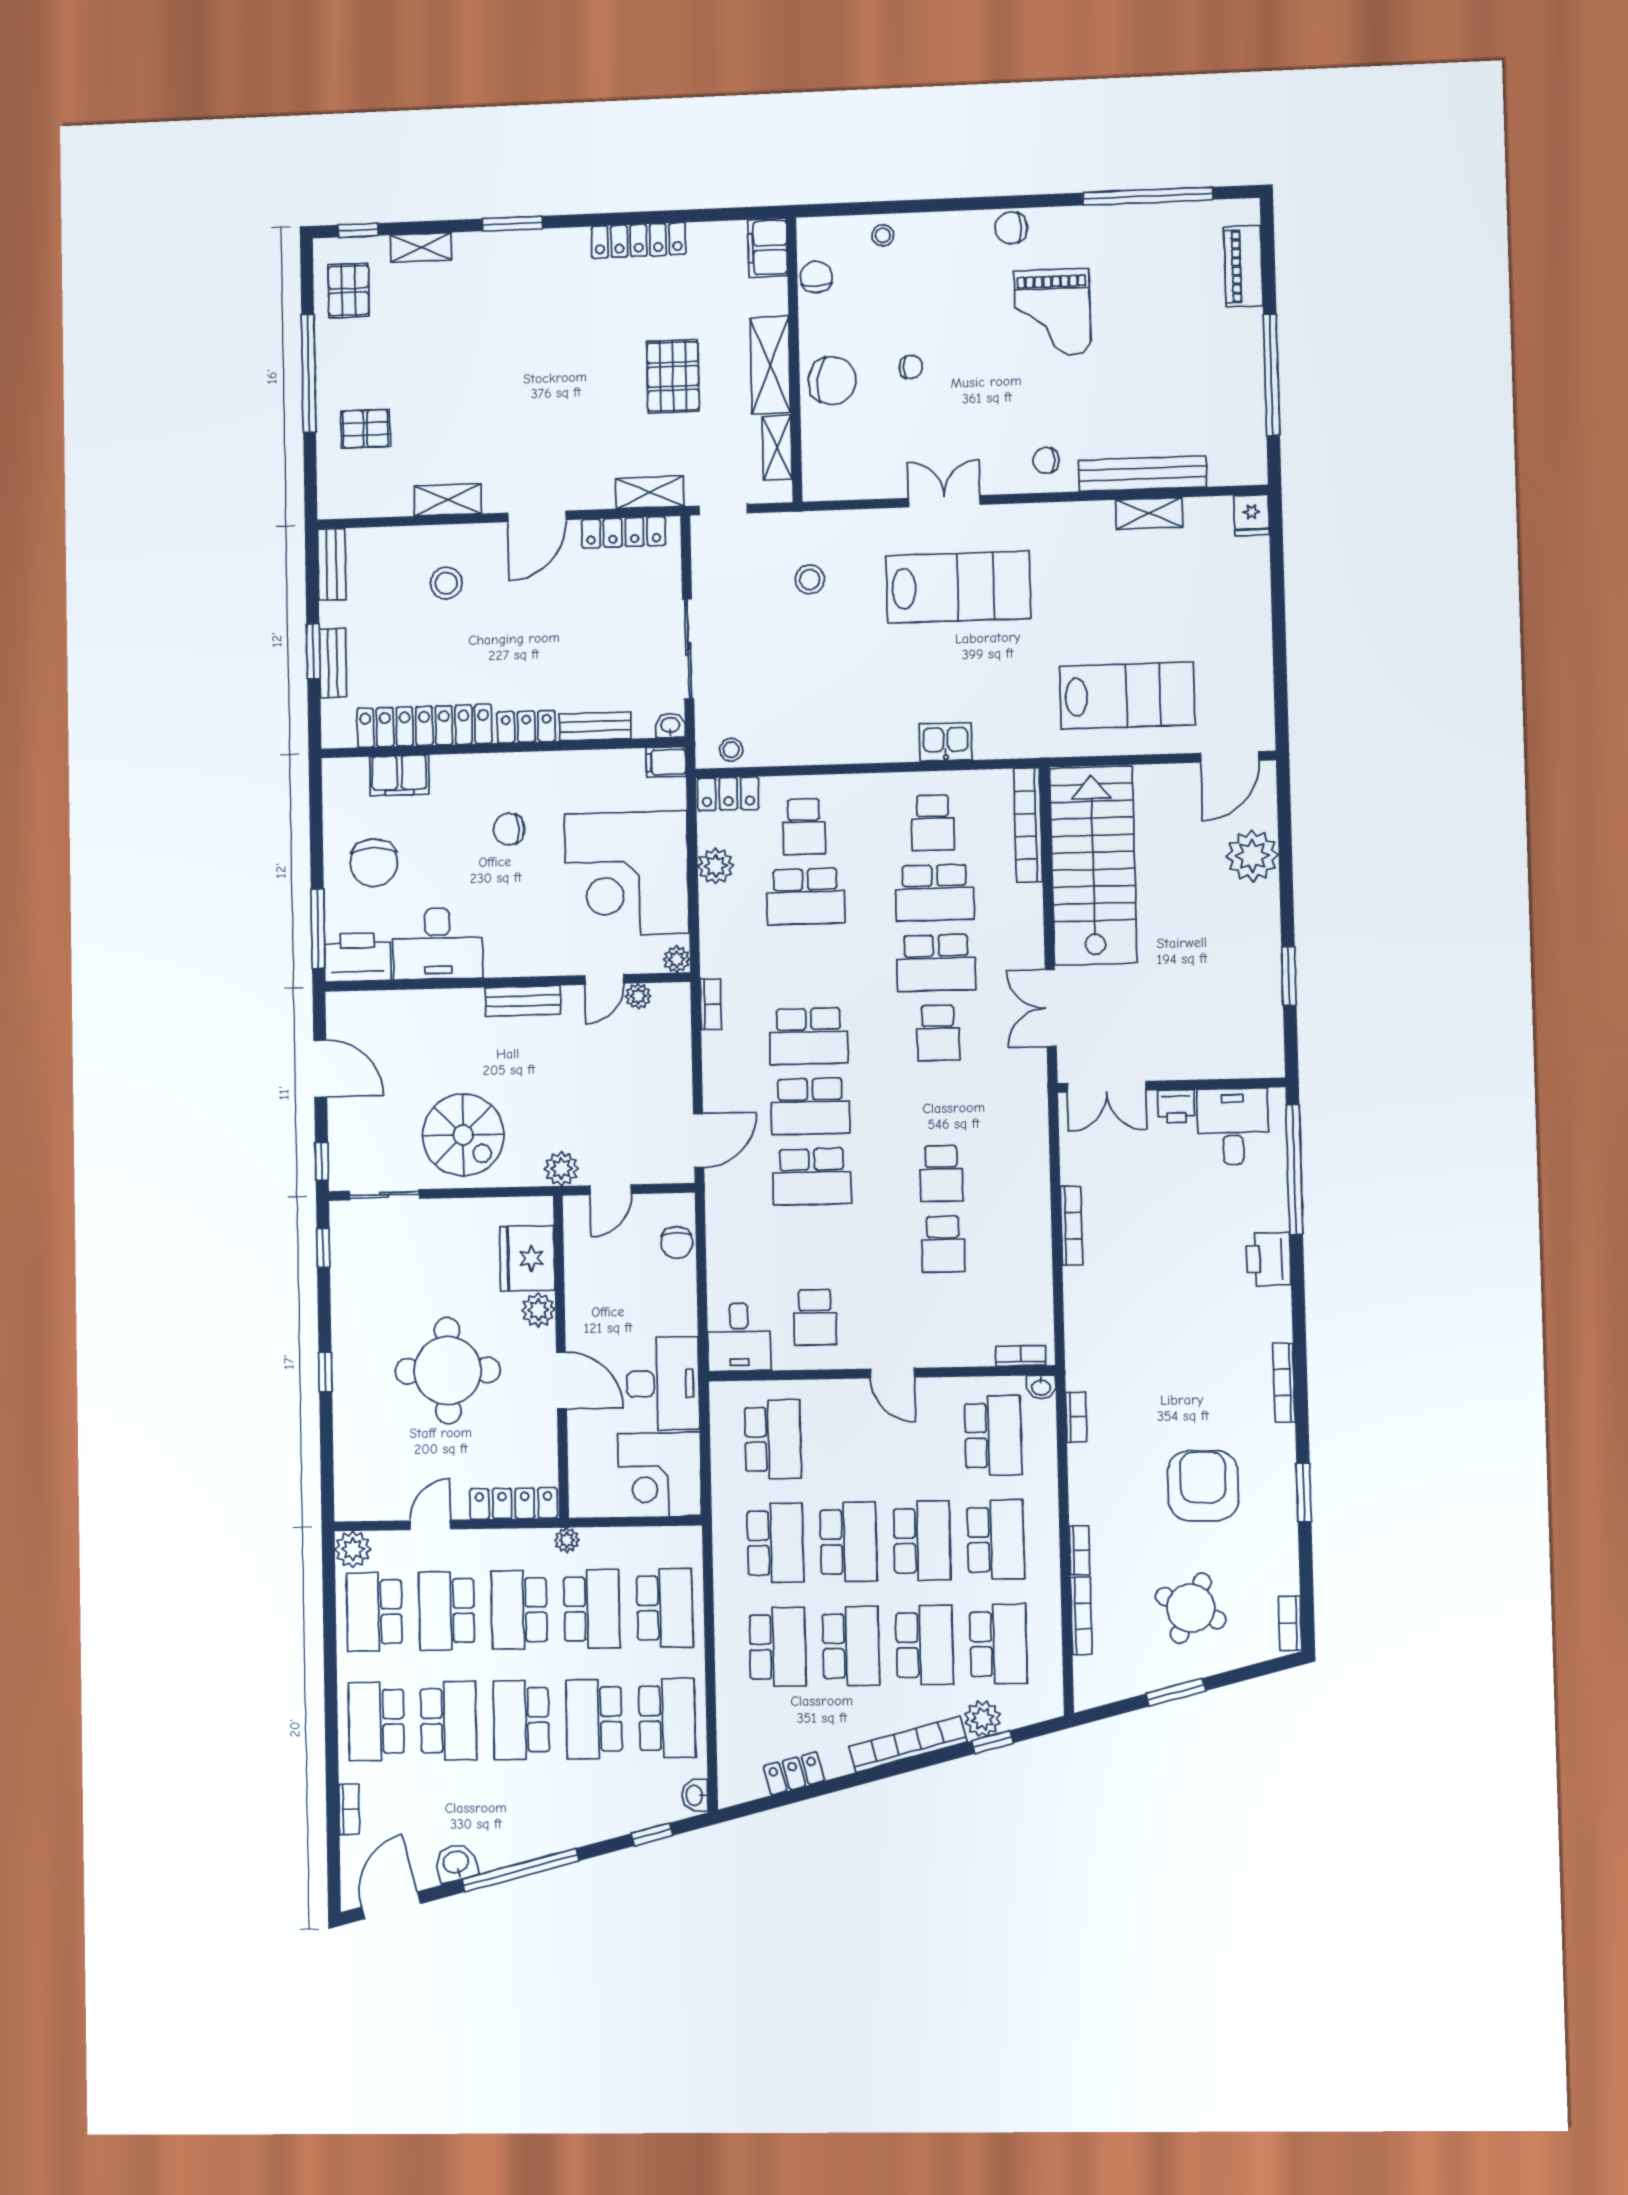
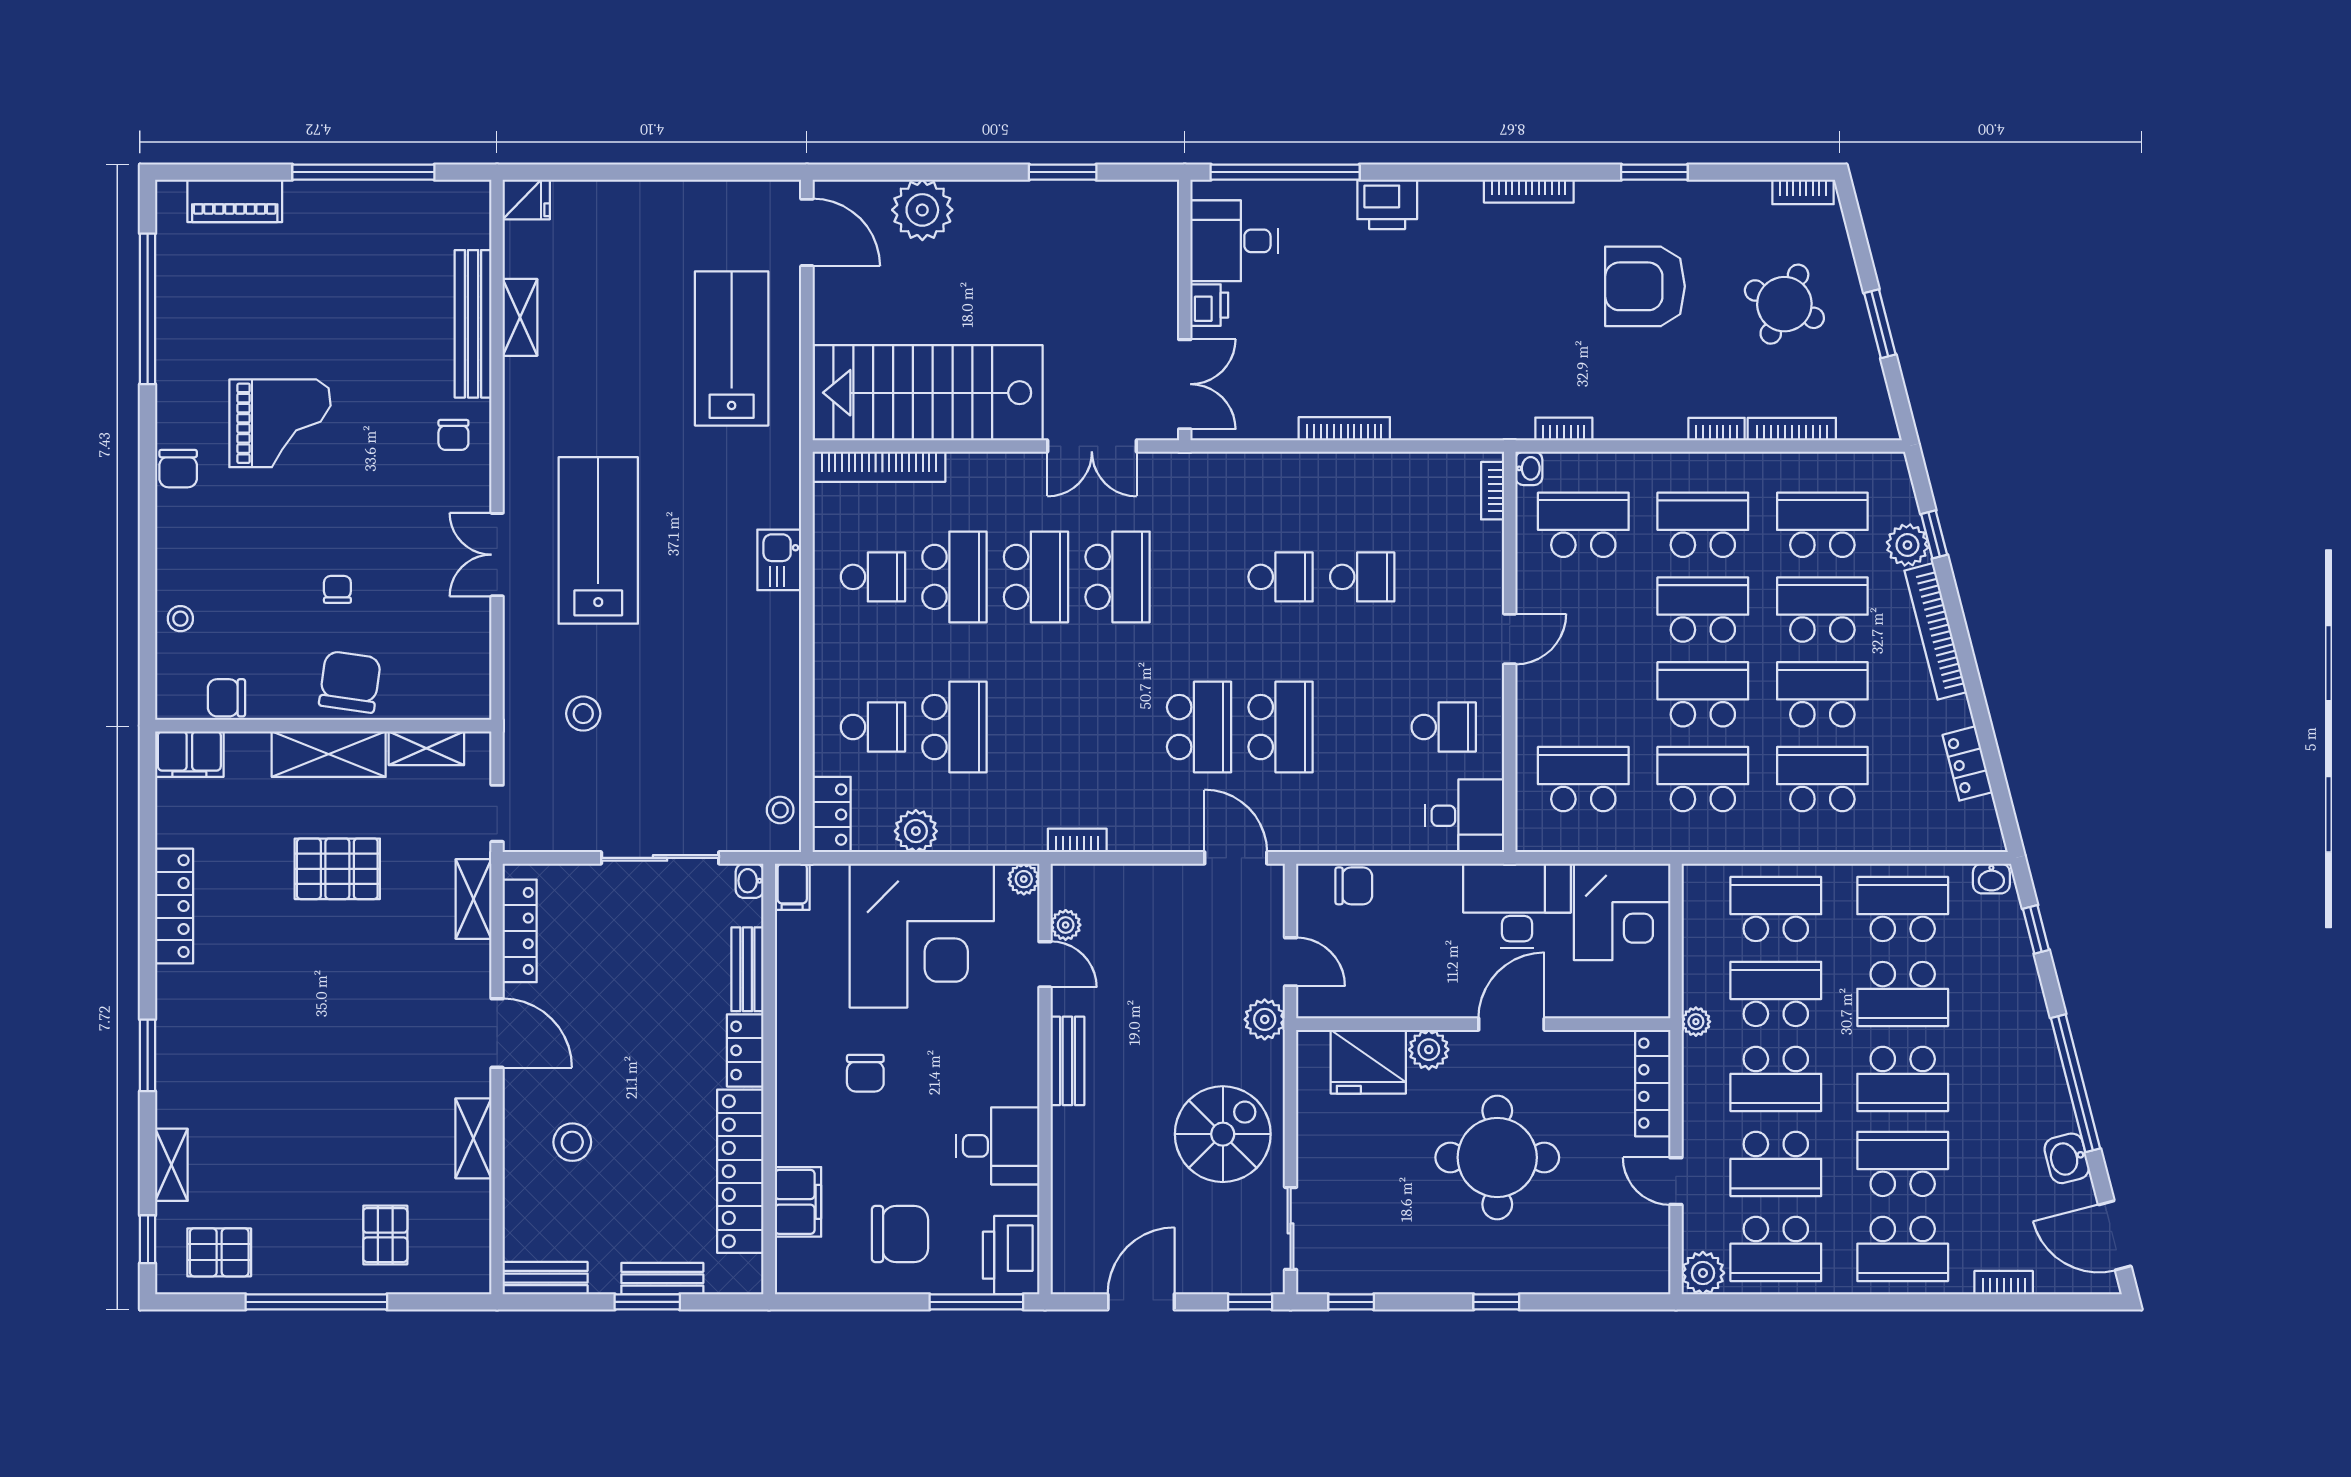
desk: (438, 944) -> (998, 1146), width x0.73
school desk: (938, 1033) -> (1118, 577), width x1.85
school desk: (809, 1036) -> (1118, 727), removed

